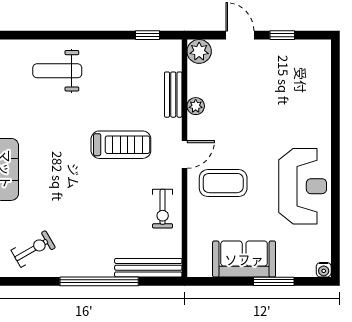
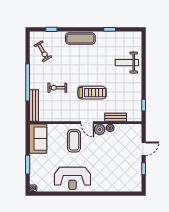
plant: (199, 51) -> (100, 129), moved
weight bench: (57, 71) -> (127, 63), turned -90
treadmill: (121, 145) -> (92, 93), turned -90
exercise bike: (163, 209) -> (57, 88), moved
sofa: (244, 259) -> (38, 139), moved

